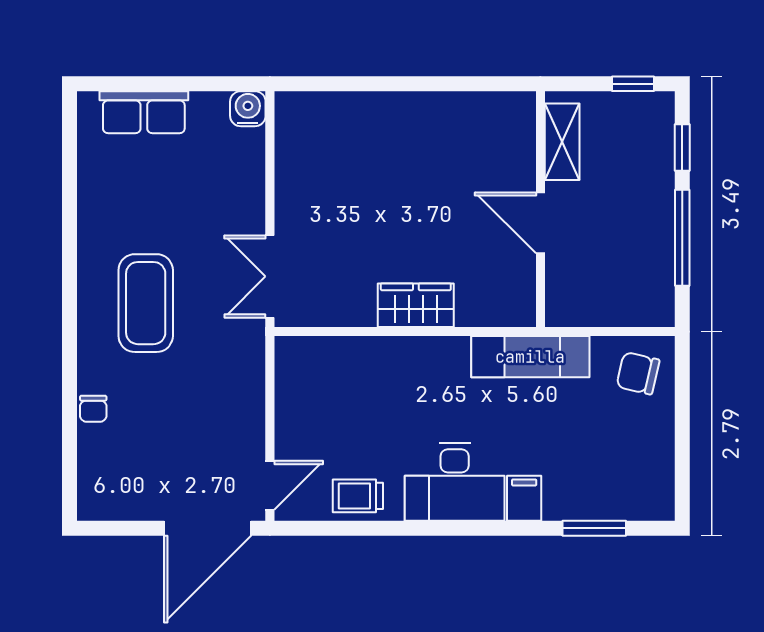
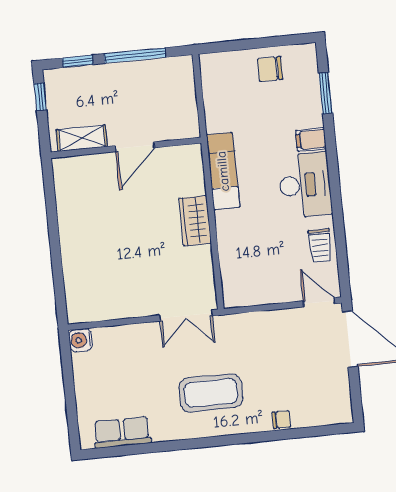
row of seats: (144, 112) -> (122, 432), moved, turned -90
exam couch: (530, 357) -> (223, 171), moved
chair: (638, 373) -> (270, 69), moved, turned 77

